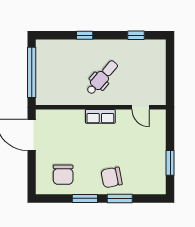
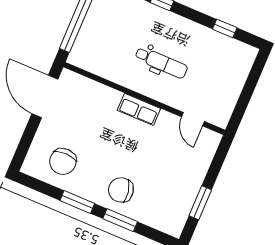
dental chair: (102, 77) -> (161, 63), turned 49

